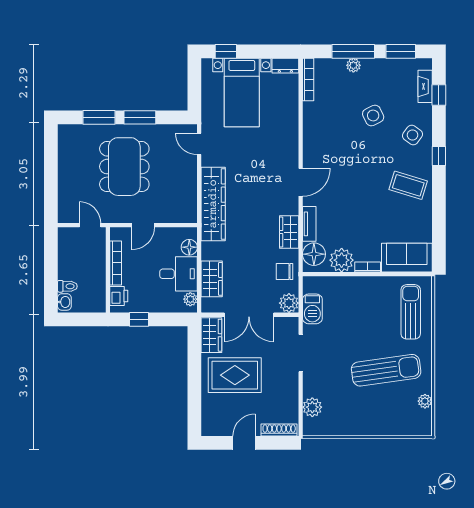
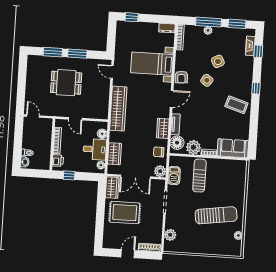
bed with nightstands: (242, 93) -> (152, 64), moved, turned 90
side table: (412, 135) -> (207, 80), moved
armchair: (314, 145) -> (181, 77), added
dining table: (124, 167) -> (66, 83), width x0.73
door: (90, 225) -> (33, 116), moved
door: (143, 225) -> (75, 119), hinge flipped
sun lounger: (411, 312) -> (199, 176), moved

